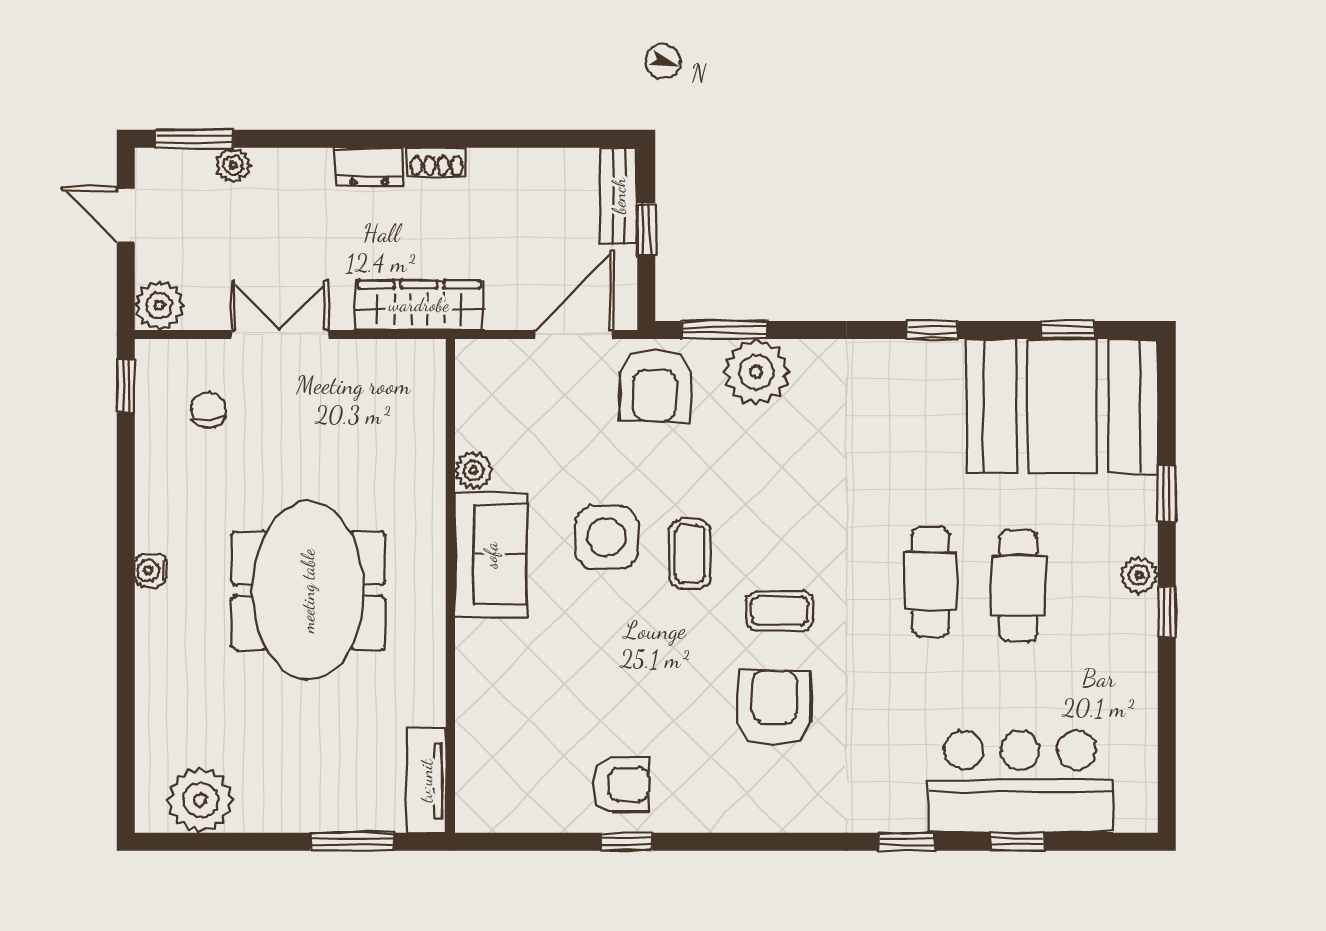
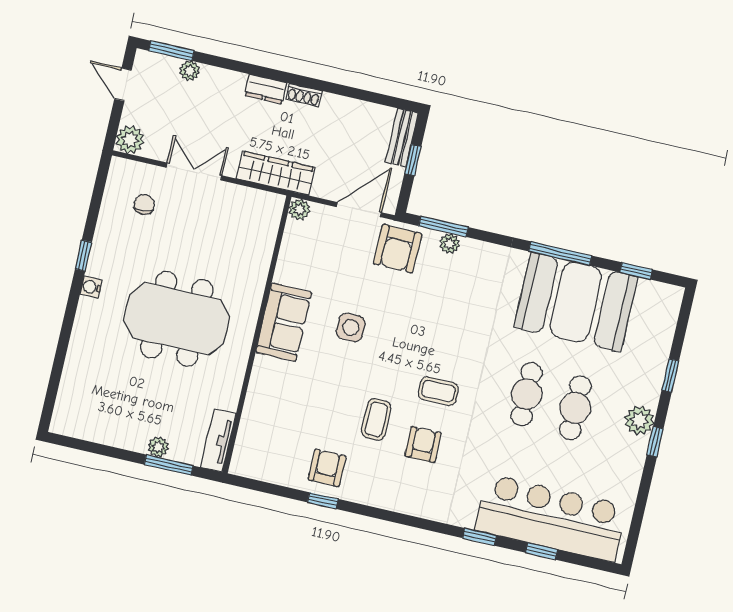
window: (932, 330) -> (560, 253), width x2.17
plant: (756, 372) -> (449, 244), width x0.53, depth x0.53
window: (126, 386) -> (84, 256), moved
booth: (1062, 406) -> (576, 302), moved
plant: (473, 470) -> (299, 209), moved
side table: (607, 537) -> (351, 327), width x0.73, depth x0.73
coffee table: (690, 554) -> (376, 419), moved
plant: (1139, 575) -> (639, 420), width x1.38, depth x1.38
meeting table: (308, 591) -> (177, 319), turned 90
armchair: (775, 707) -> (423, 444), width x0.72, depth x0.72
bar counter: (1020, 782) -> (551, 518), width x1.36
armchair: (621, 784) -> (327, 468), turned -90
plant: (200, 800) -> (158, 447), moved, width x0.53, depth x0.53

